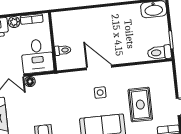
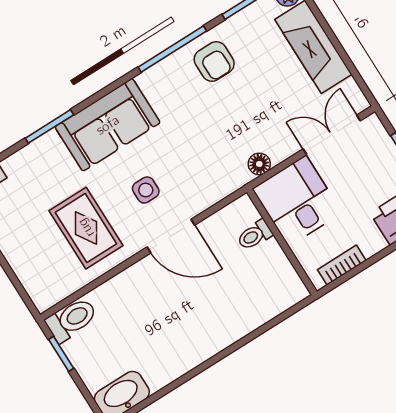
plant: (14, 22) -> (372, 243), removed
floor lamp: (30, 82) -> (259, 164), moved
rug: (140, 105) -> (86, 228), moved

